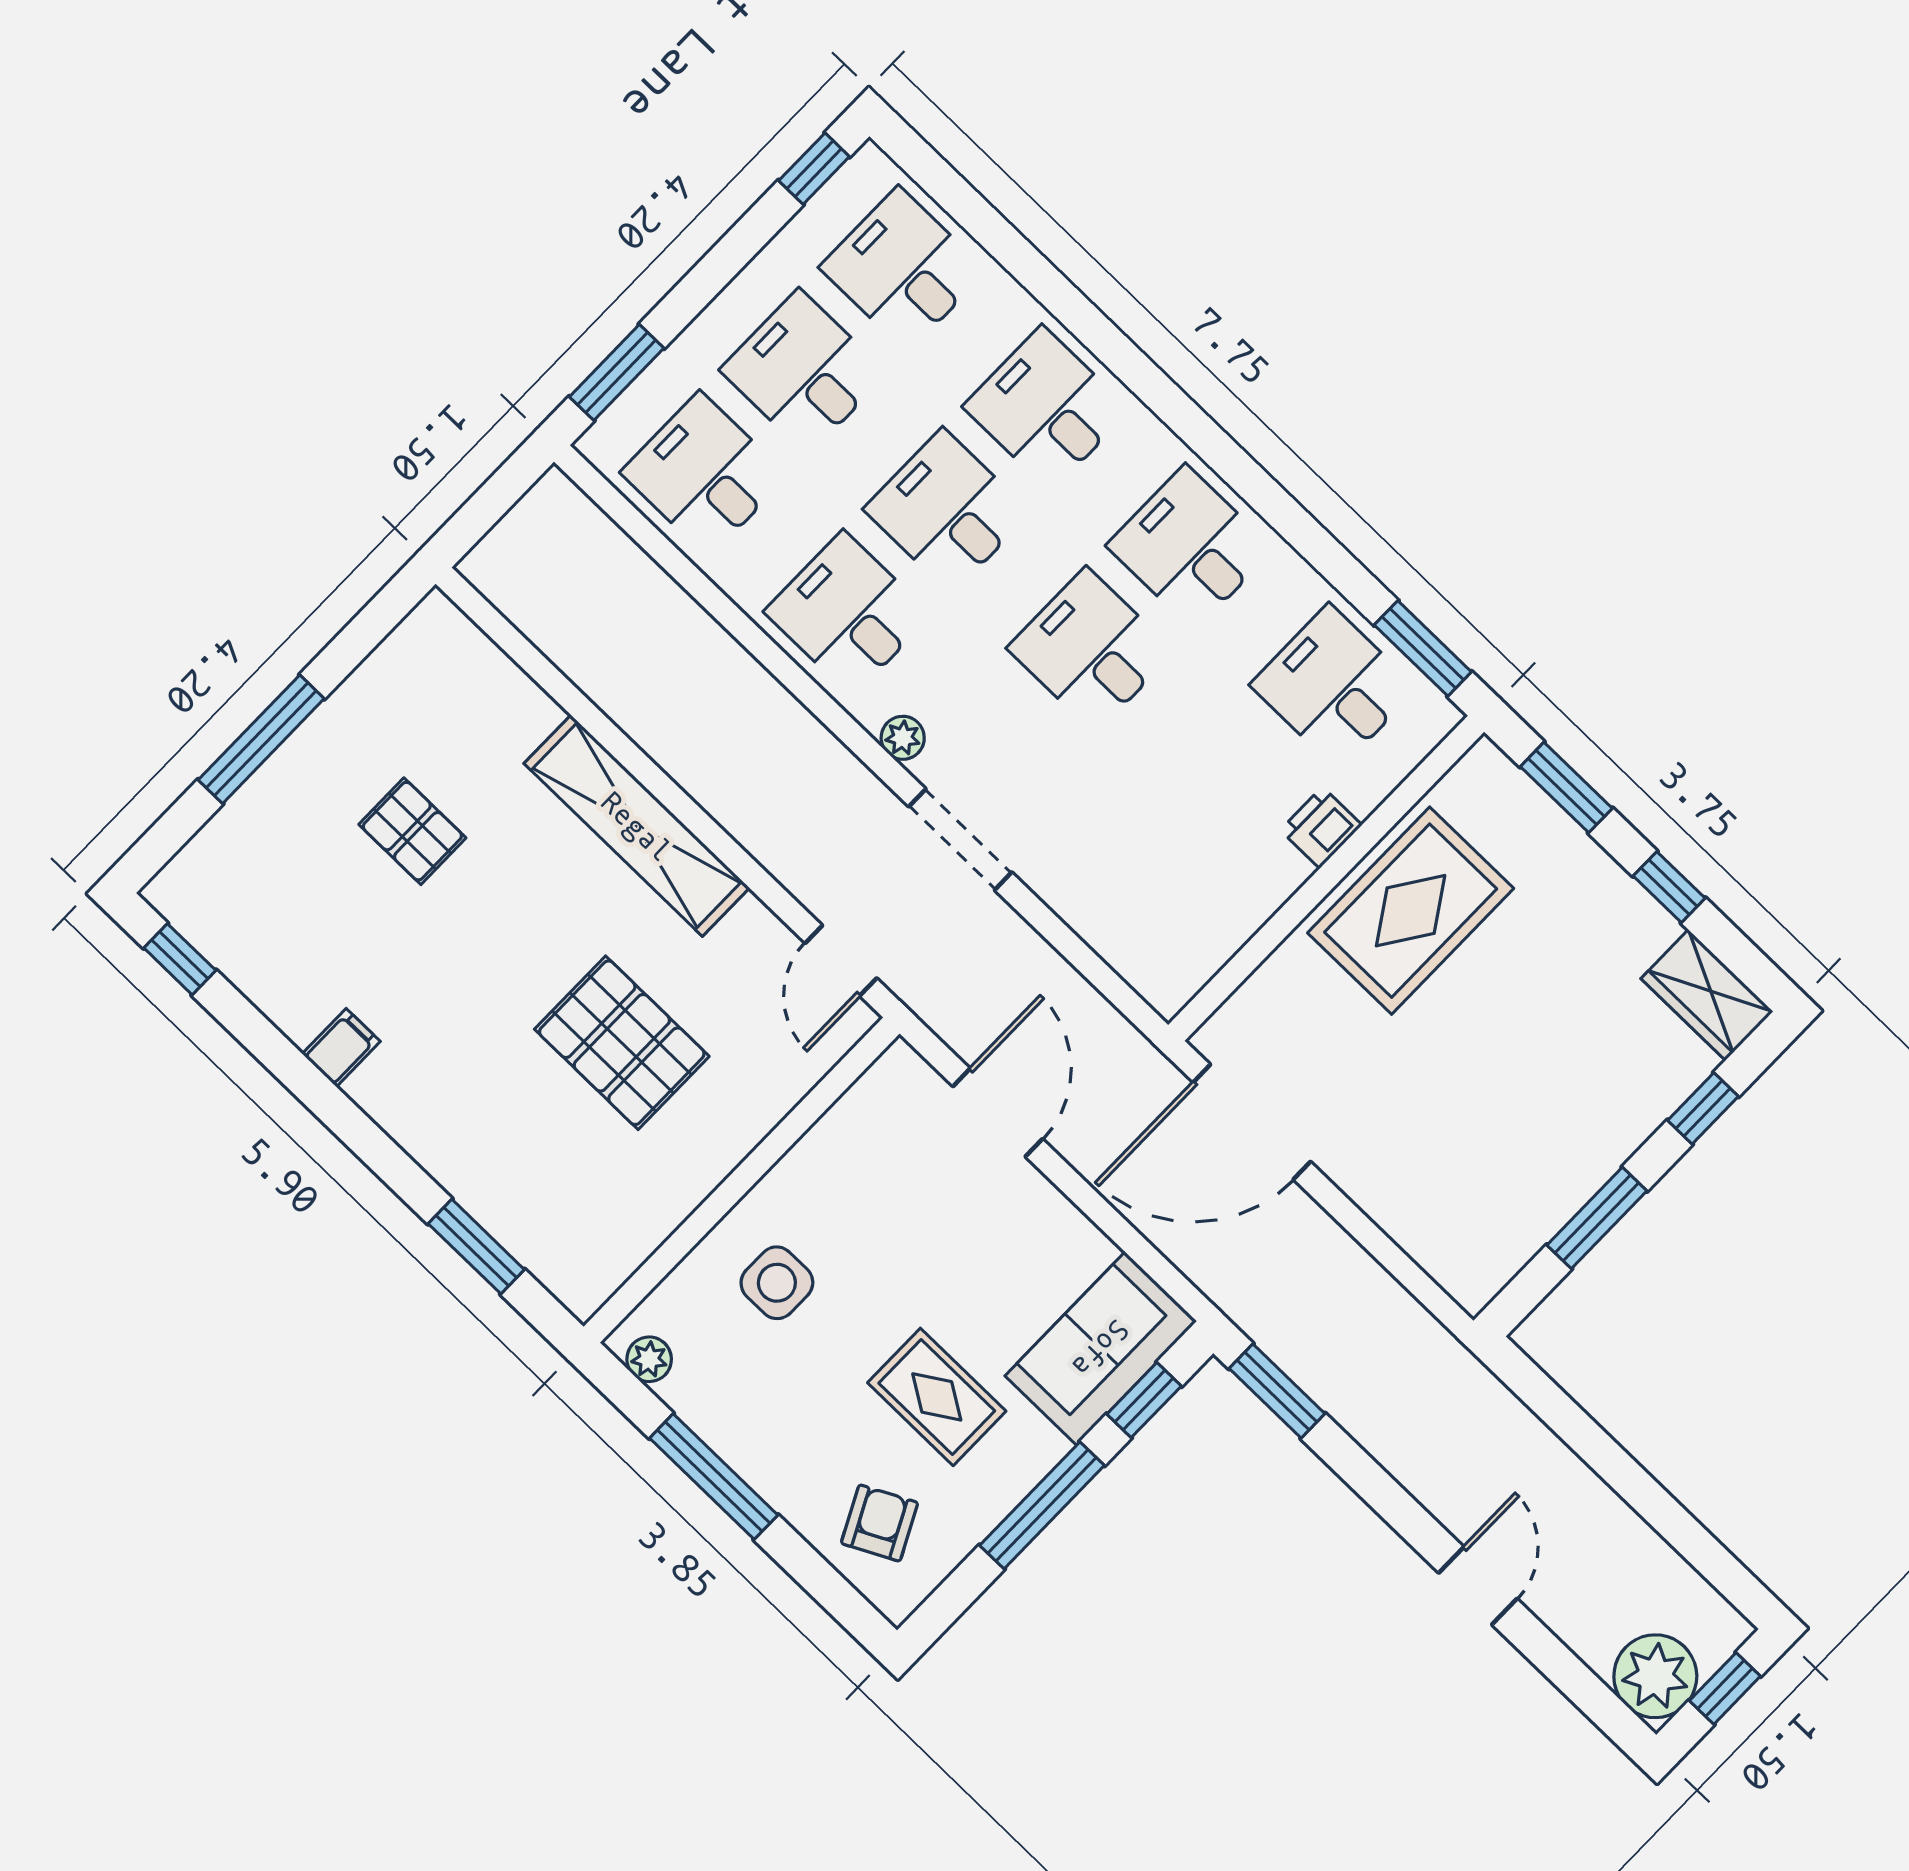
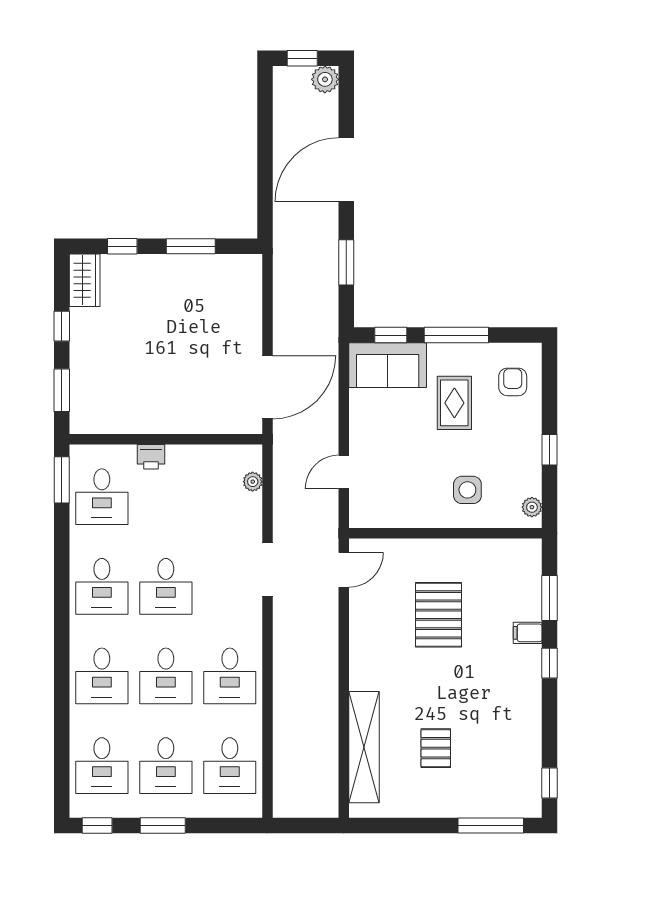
window: (617, 372) -> (163, 826), moved
plant: (903, 738) -> (253, 482), moved
window: (261, 739) -> (491, 826), moved
shelving: (637, 826) -> (364, 747), moved
rug: (1411, 911) -> (150, 402), removed
filing cabinet: (341, 1048) -> (528, 633), moved
door: (998, 1113) -> (344, 472), width x0.73
door: (1252, 1122) -> (267, 387), hinge flipped
window: (372, 1145) -> (550, 663), added
window: (1277, 1391) -> (346, 262), moved
window: (714, 1477) -> (550, 450), width x0.46
armchair: (880, 1523) -> (513, 382), turned 117
door: (1478, 1586) -> (346, 170), width x1.88
plant: (1655, 1676) -> (325, 79), width x0.73, depth x0.73

